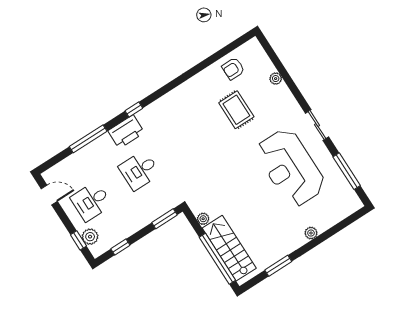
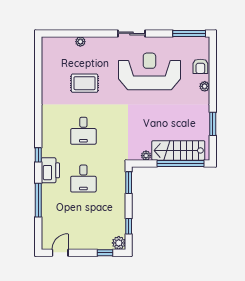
armchair: (233, 69) -> (200, 66), moved
reception desk: (290, 168) -> (149, 71), turned 180
window: (347, 171) -> (189, 33), moved
desk: (91, 201) -> (83, 131), moved
plant: (90, 237) -> (119, 243), moved

